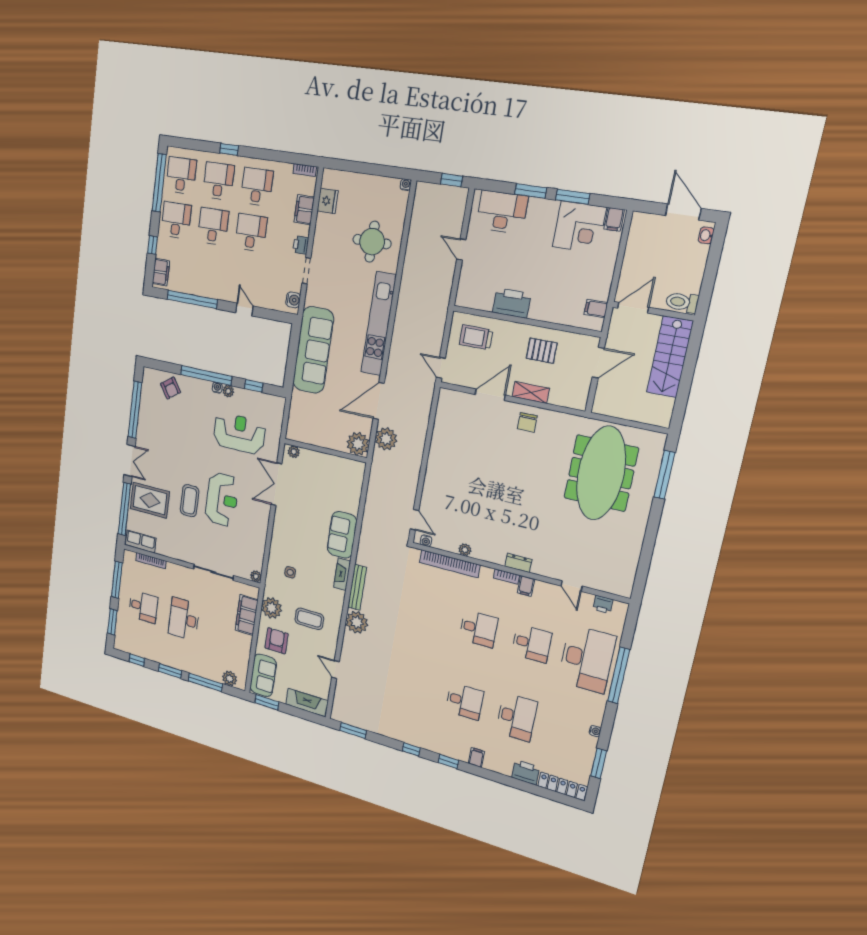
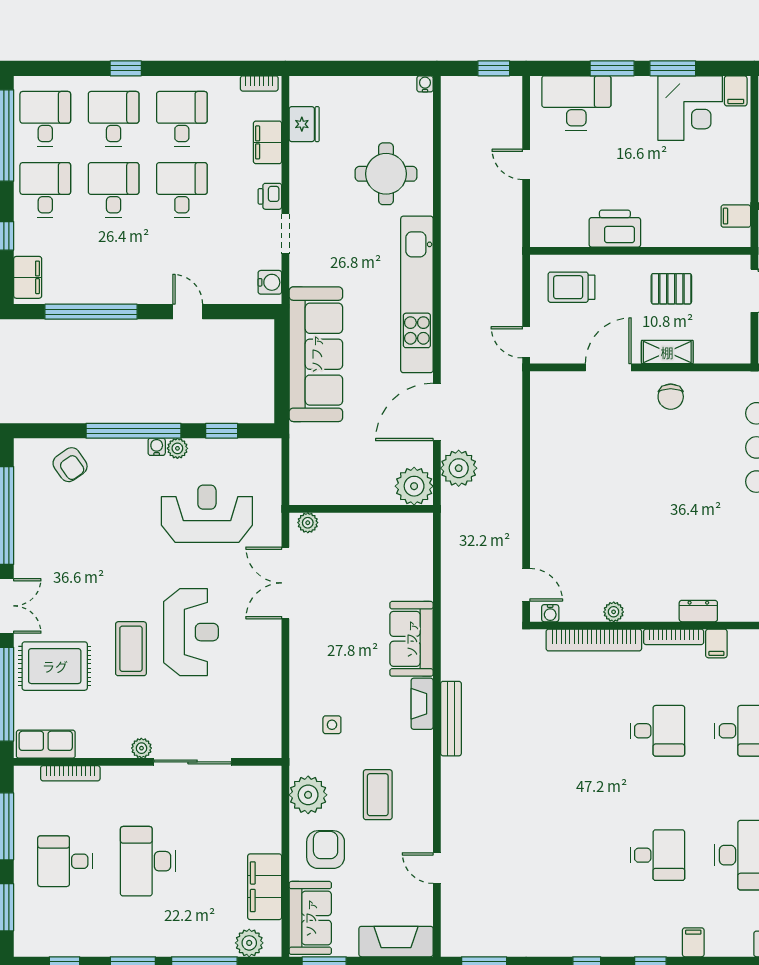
plant: (256, 576) -> (141, 748), moved
bookcase: (506, 577) -> (674, 637), width x1.56
desk: (143, 607) -> (65, 861), turned 180
filing cabinet: (247, 615) -> (265, 887), moved
coffee table: (309, 619) -> (378, 795), turned 90
plant: (357, 622) -> (460, 777), removed

